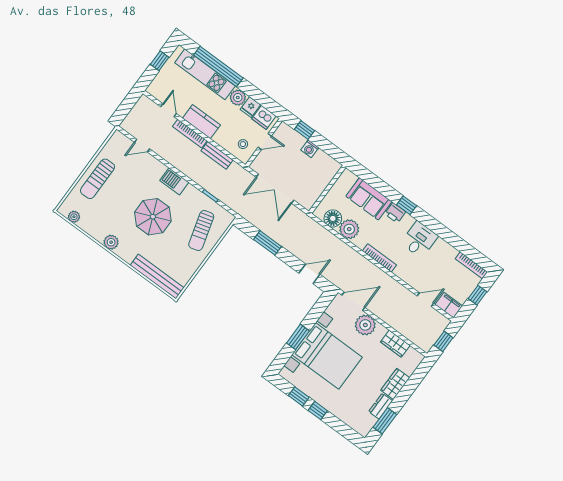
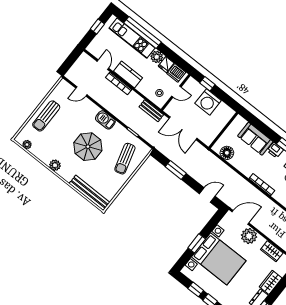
washing machine: (310, 149) -> (208, 102), width x1.89, depth x1.89
bench: (217, 155) -> (151, 111), moved
plant: (349, 229) -> (239, 162), removed

